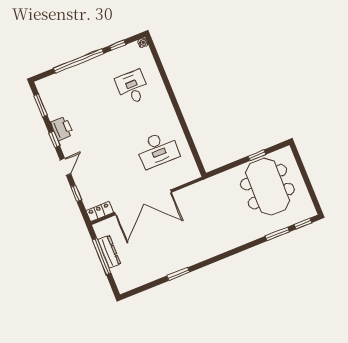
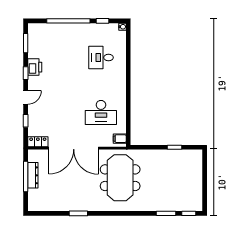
desk: (133, 87) -> (101, 58), turned -90
filing cabinet: (191, 171) -> (120, 139), added
meeting table: (267, 187) -> (120, 178), moved

